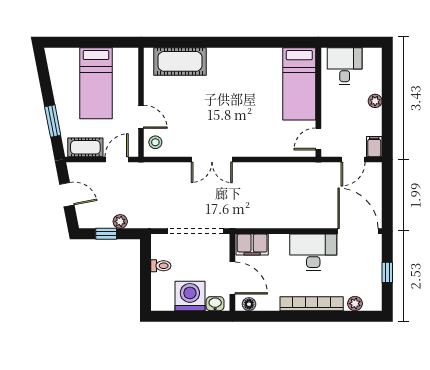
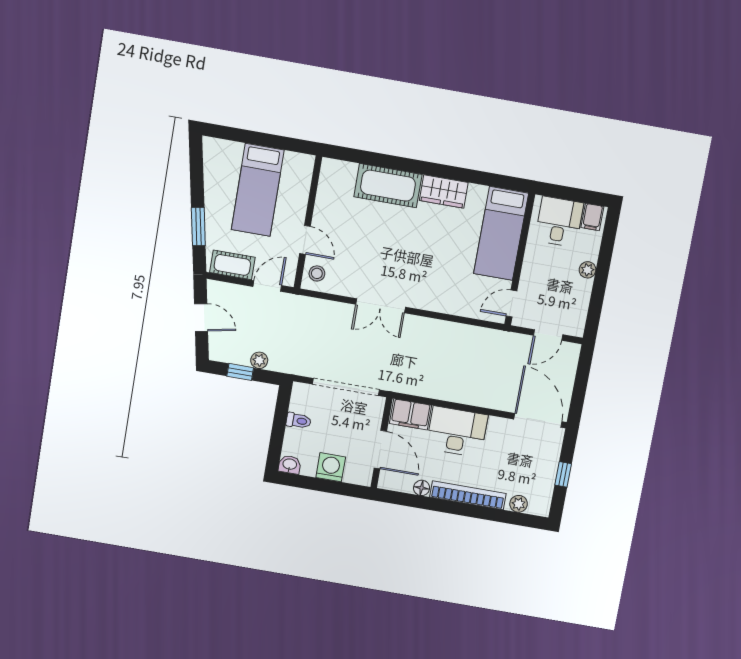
wardrobe: (247, 58) -> (444, 191), added
cot: (180, 61) -> (388, 186), moved
filing cabinet: (374, 147) -> (592, 217), moved, turned 180
desk: (313, 252) -> (457, 432), moved
washing machine: (190, 296) -> (331, 467), width x0.73, depth x0.73
washbasin: (215, 304) -> (290, 465), moved
floor lamp: (249, 304) -> (422, 488), moved

